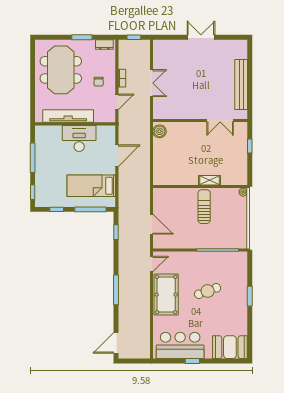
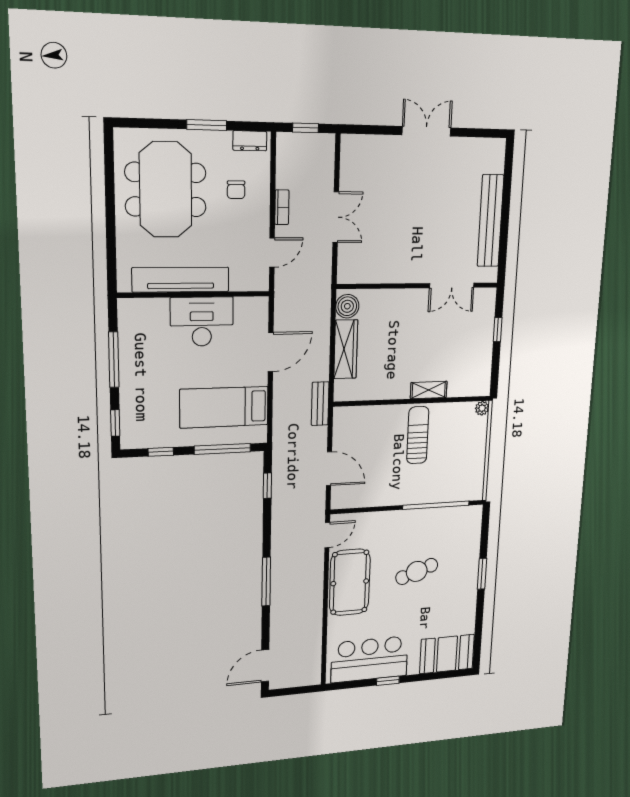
chair: (99, 82) -> (236, 190), moved
wardrobe: (159, 155) -> (346, 349), added
bench: (145, 186) -> (320, 404), added

